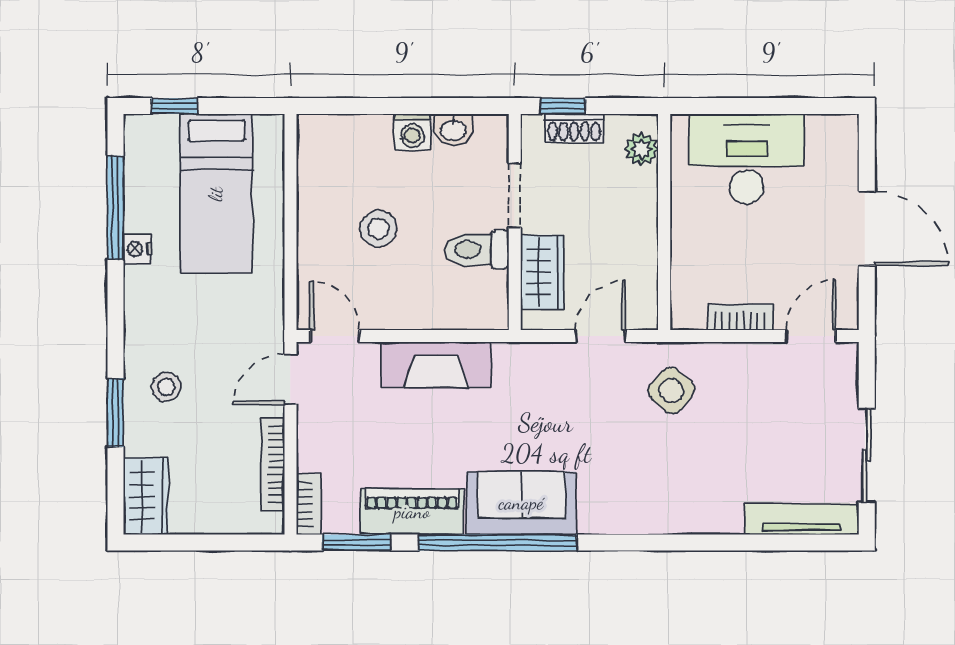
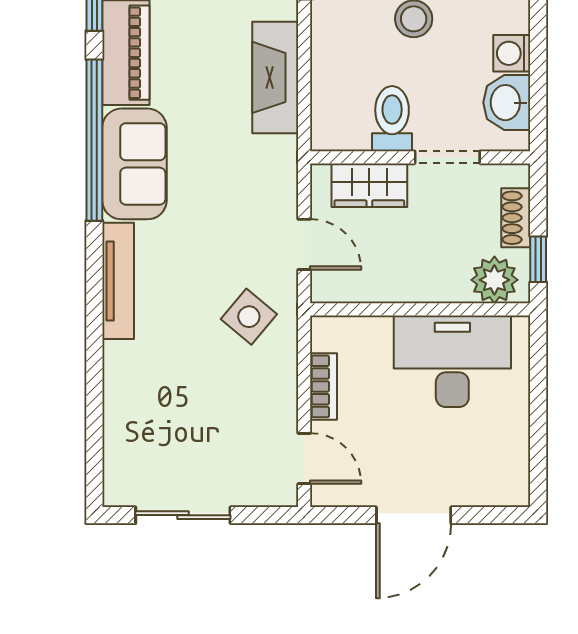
window: (563, 106) -> (538, 259), moved
washbasin: (453, 130) -> (507, 103), width x1.38, depth x1.45
plant: (641, 149) -> (494, 280), width x1.38, depth x1.38
desk: (747, 159) -> (452, 361), moved, turned -90
tv unit: (802, 519) -> (118, 281), moved

